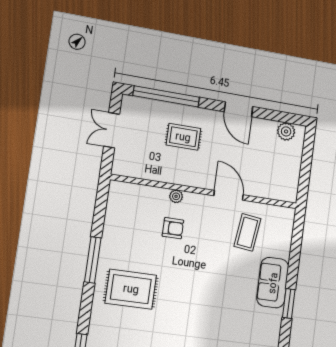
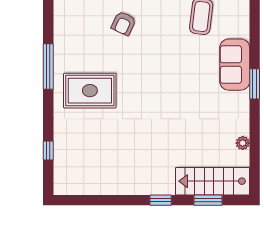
armchair: (173, 228) -> (124, 23), turned 115

